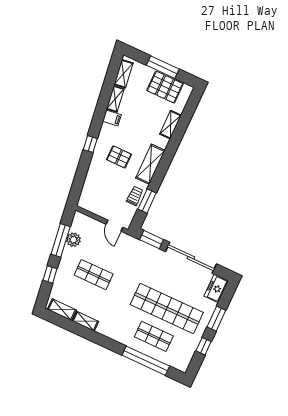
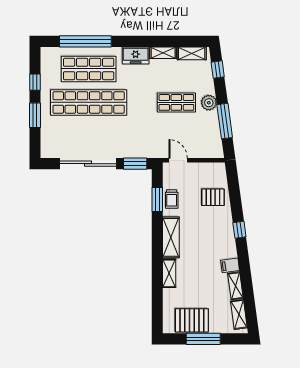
shelving: (171, 125) -> (169, 273), moved
pallet: (119, 157) -> (213, 197), moved
plant: (73, 240) -> (209, 103), moved
window: (50, 274) -> (218, 69), moved
freezer: (216, 288) -> (136, 55), moved, turned 90
shop shelf: (154, 336) -> (89, 69), width x1.43, depth x1.36

